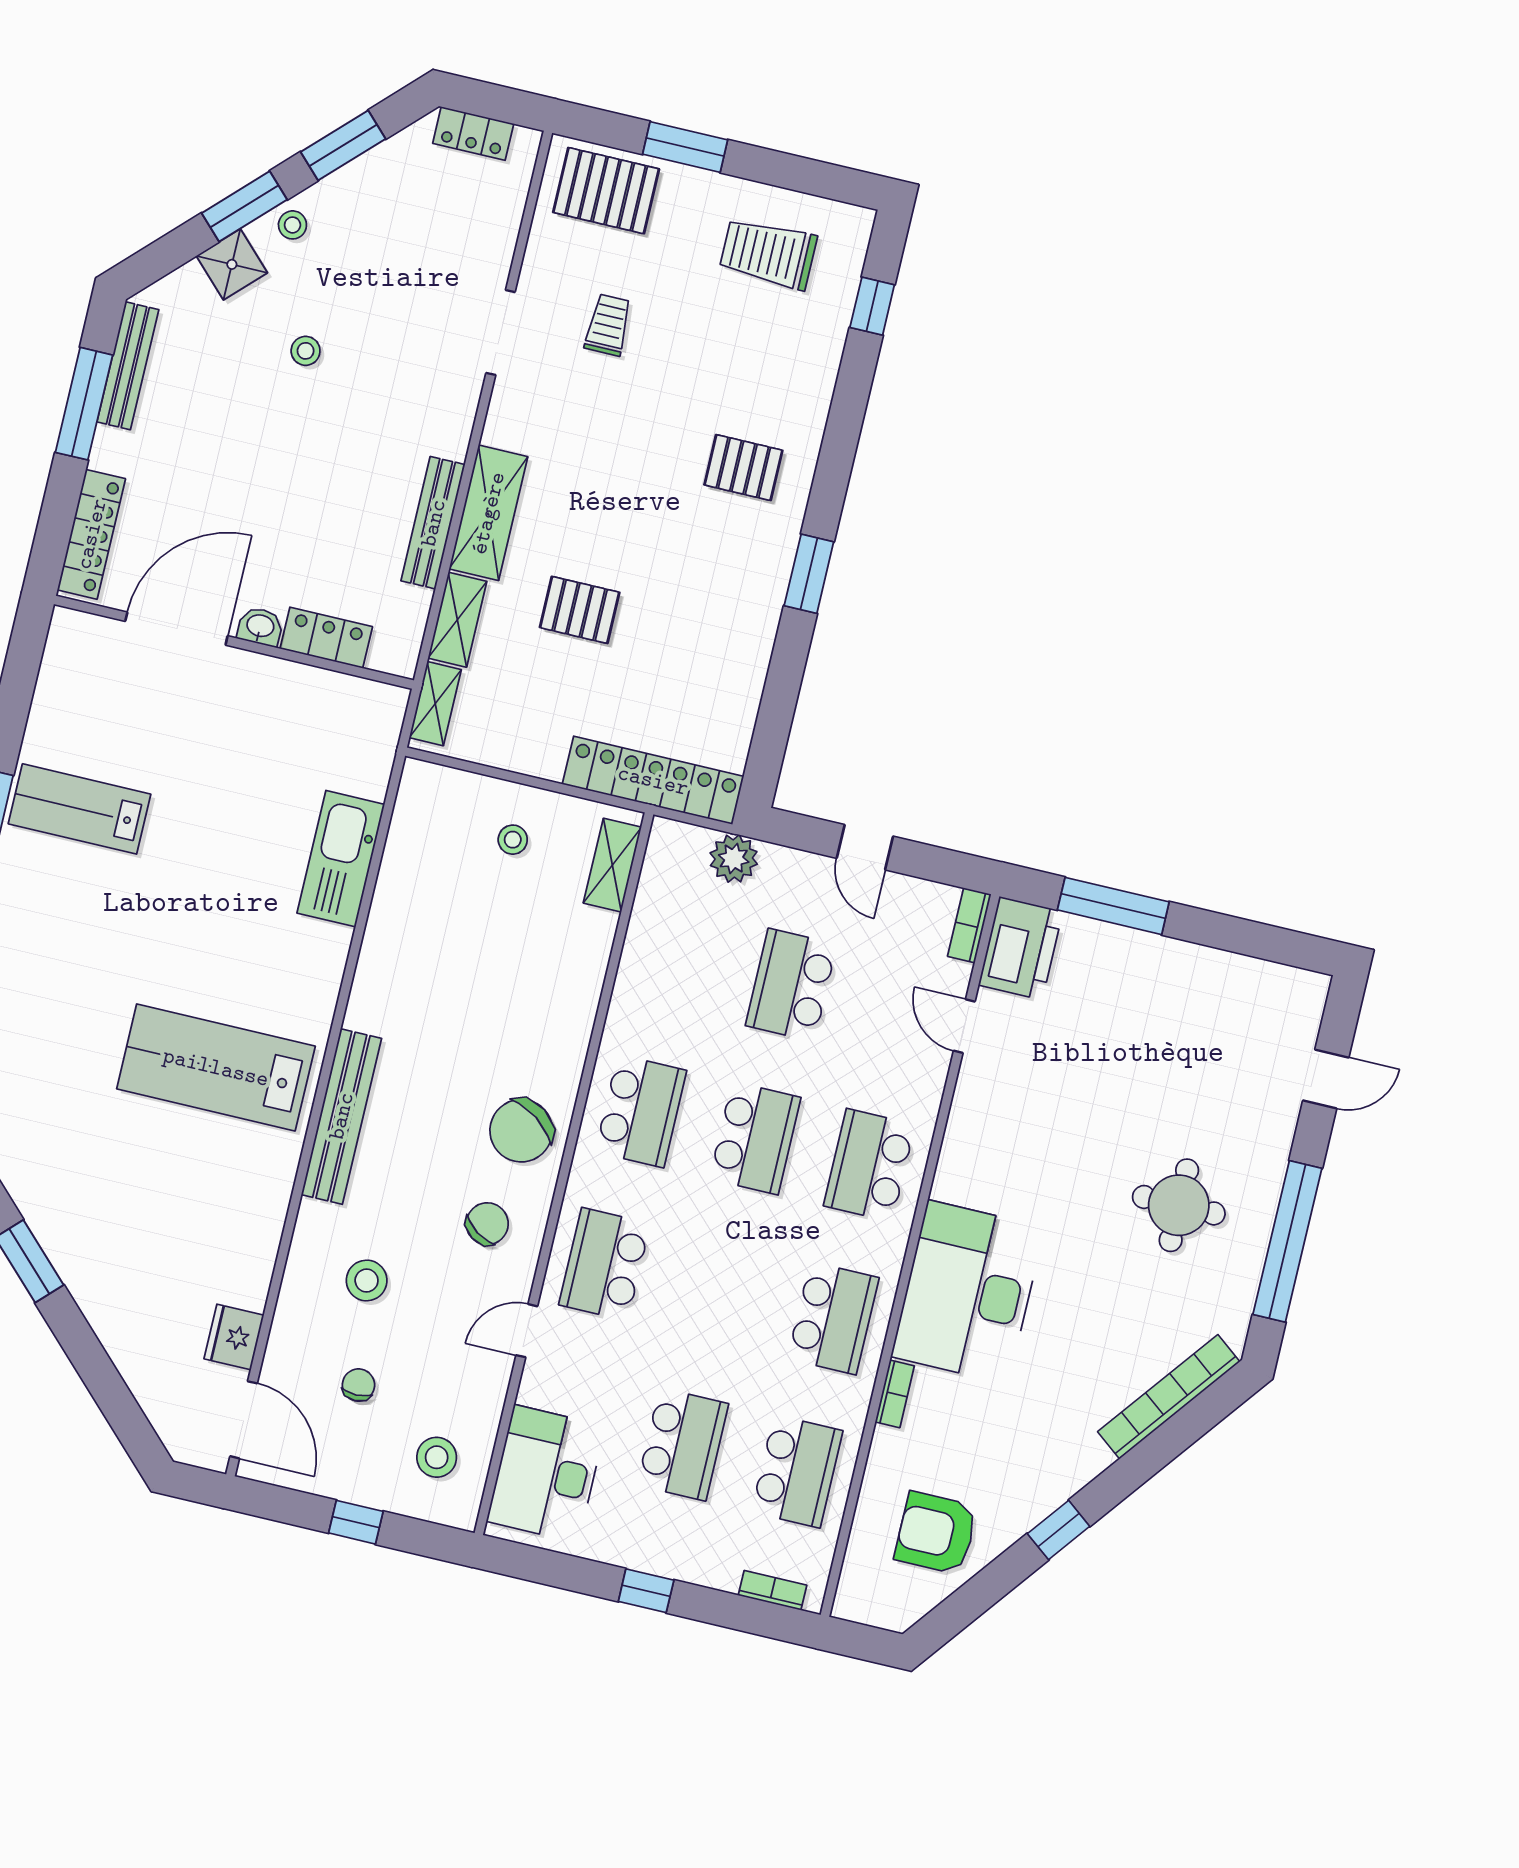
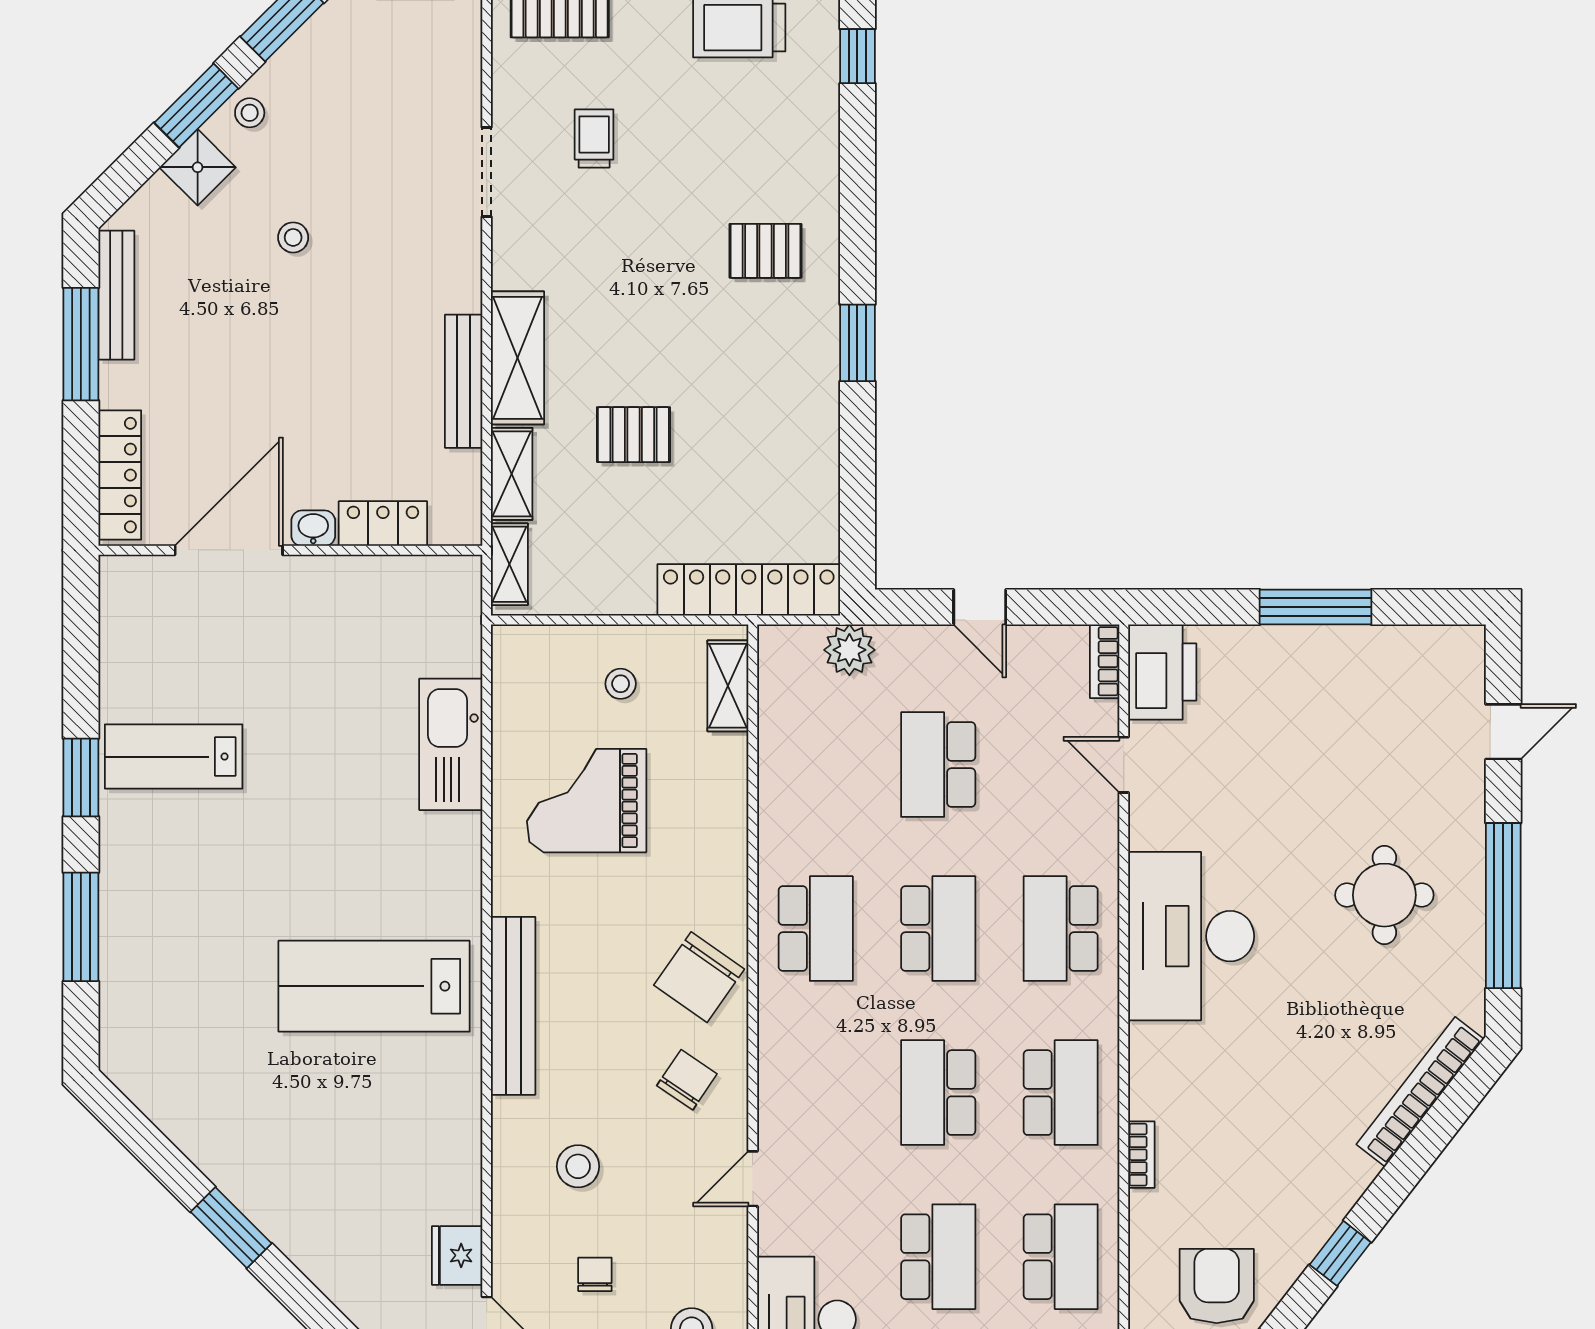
window: (1113, 906) -> (1316, 607), moved
grand piano: (455, 941) -> (587, 801), added
school desk: (605, 1264) -> (938, 1093), moved
desk: (968, 1292) -> (1191, 936), moved
armchair: (936, 1533) -> (1217, 1286), turned 90

